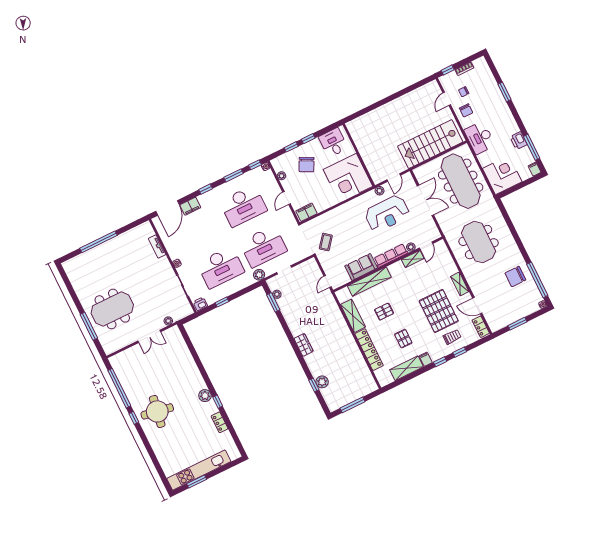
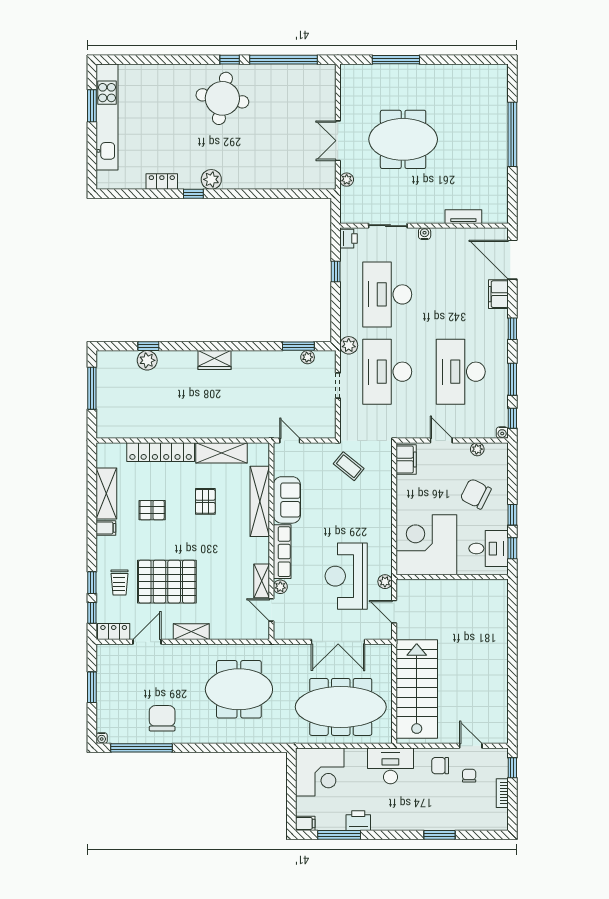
window: (291, 147) -> (512, 548), moved
meeting table: (112, 309) -> (403, 139), moved, turned 90
window: (440, 362) -> (92, 613), moved

